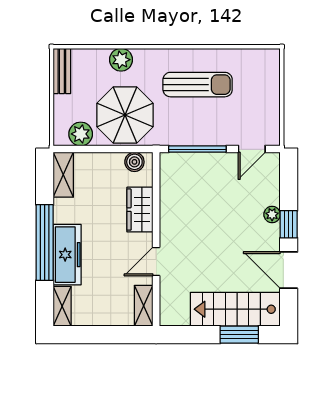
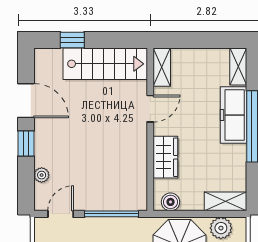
shelving: (63, 175) -> (226, 201), moved, turned 90
plant: (272, 215) -> (42, 175), moved
stairs: (235, 309) -> (105, 64), moved
window: (239, 335) -> (72, 40), width x0.67

